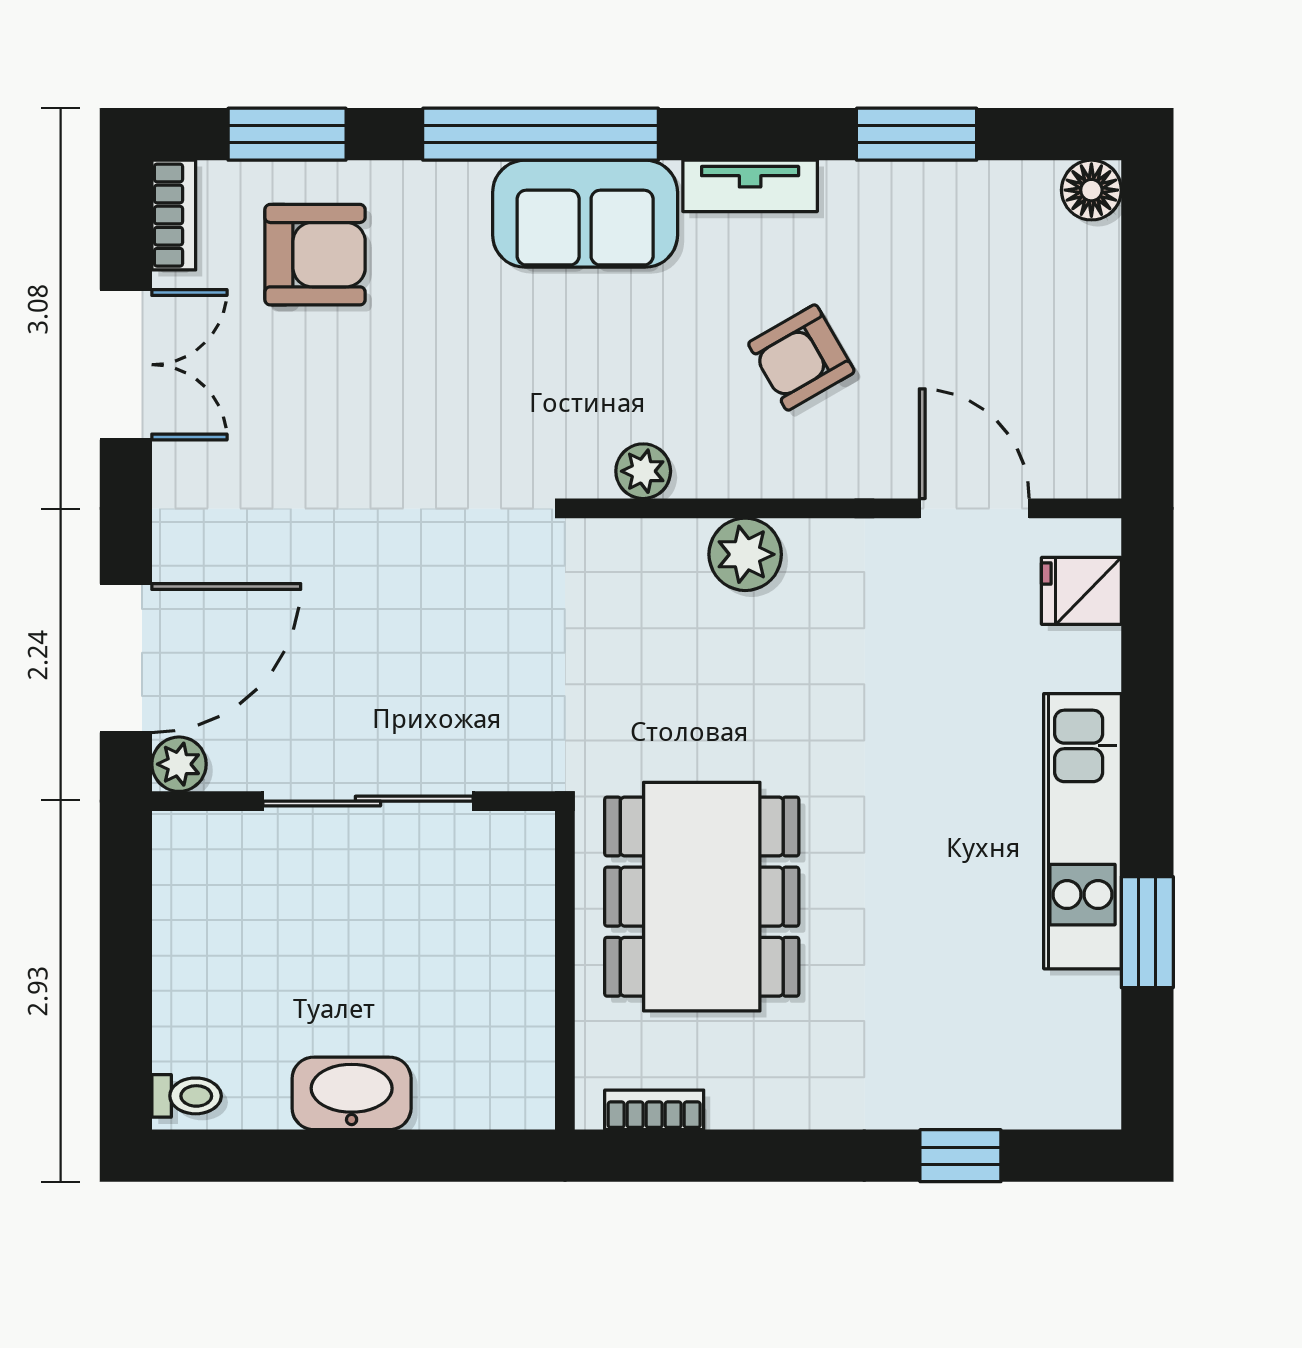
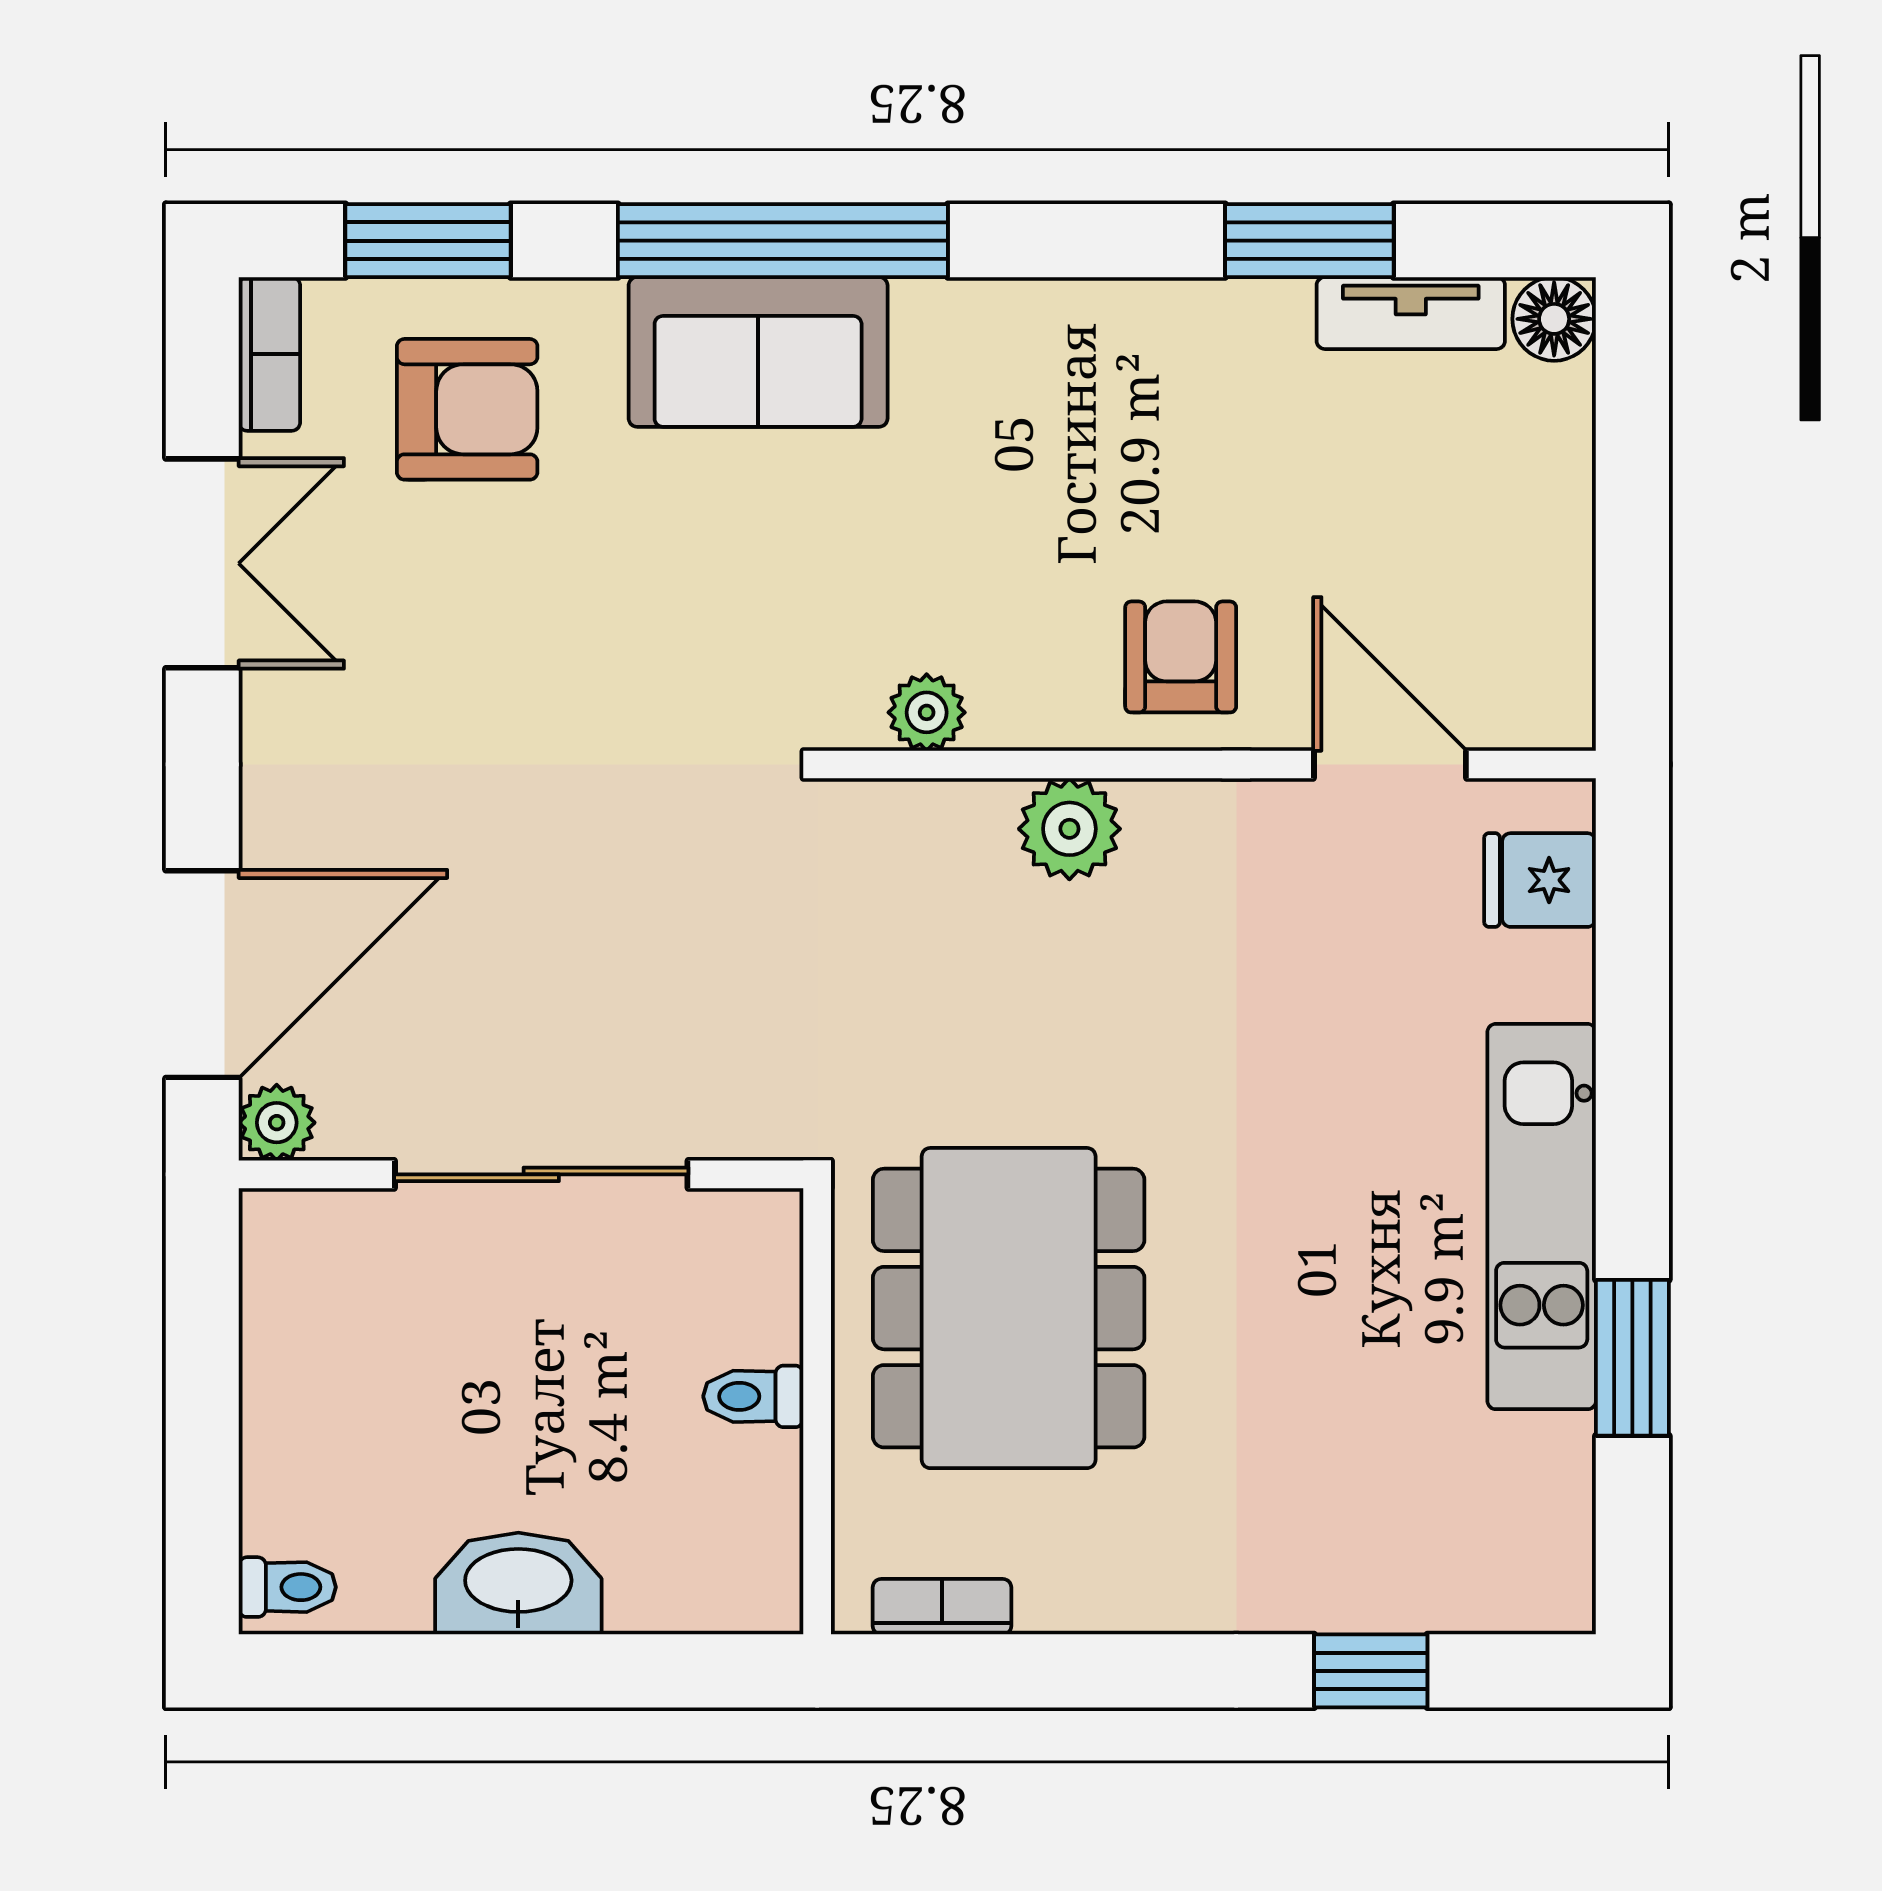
tv unit: (750, 186) -> (1411, 313), moved
sofa: (585, 214) -> (758, 352), moved
armchair: (801, 357) -> (1181, 657), moved, turned 120
toilet: (519, 960) -> (753, 1396), added

